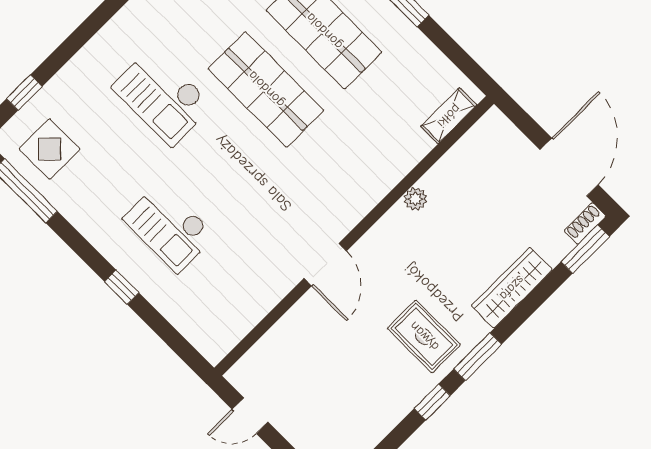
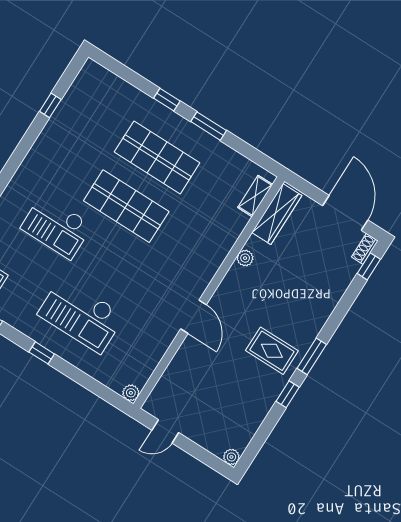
checkout: (169, 227) -> (81, 315), width x1.36, depth x1.21
window: (585, 249) -> (369, 266), width x0.67
window: (122, 287) -> (42, 353), moved
wardrobe: (512, 288) -> (277, 214), moved, turned 180
plant: (214, 351) -> (131, 393), added

